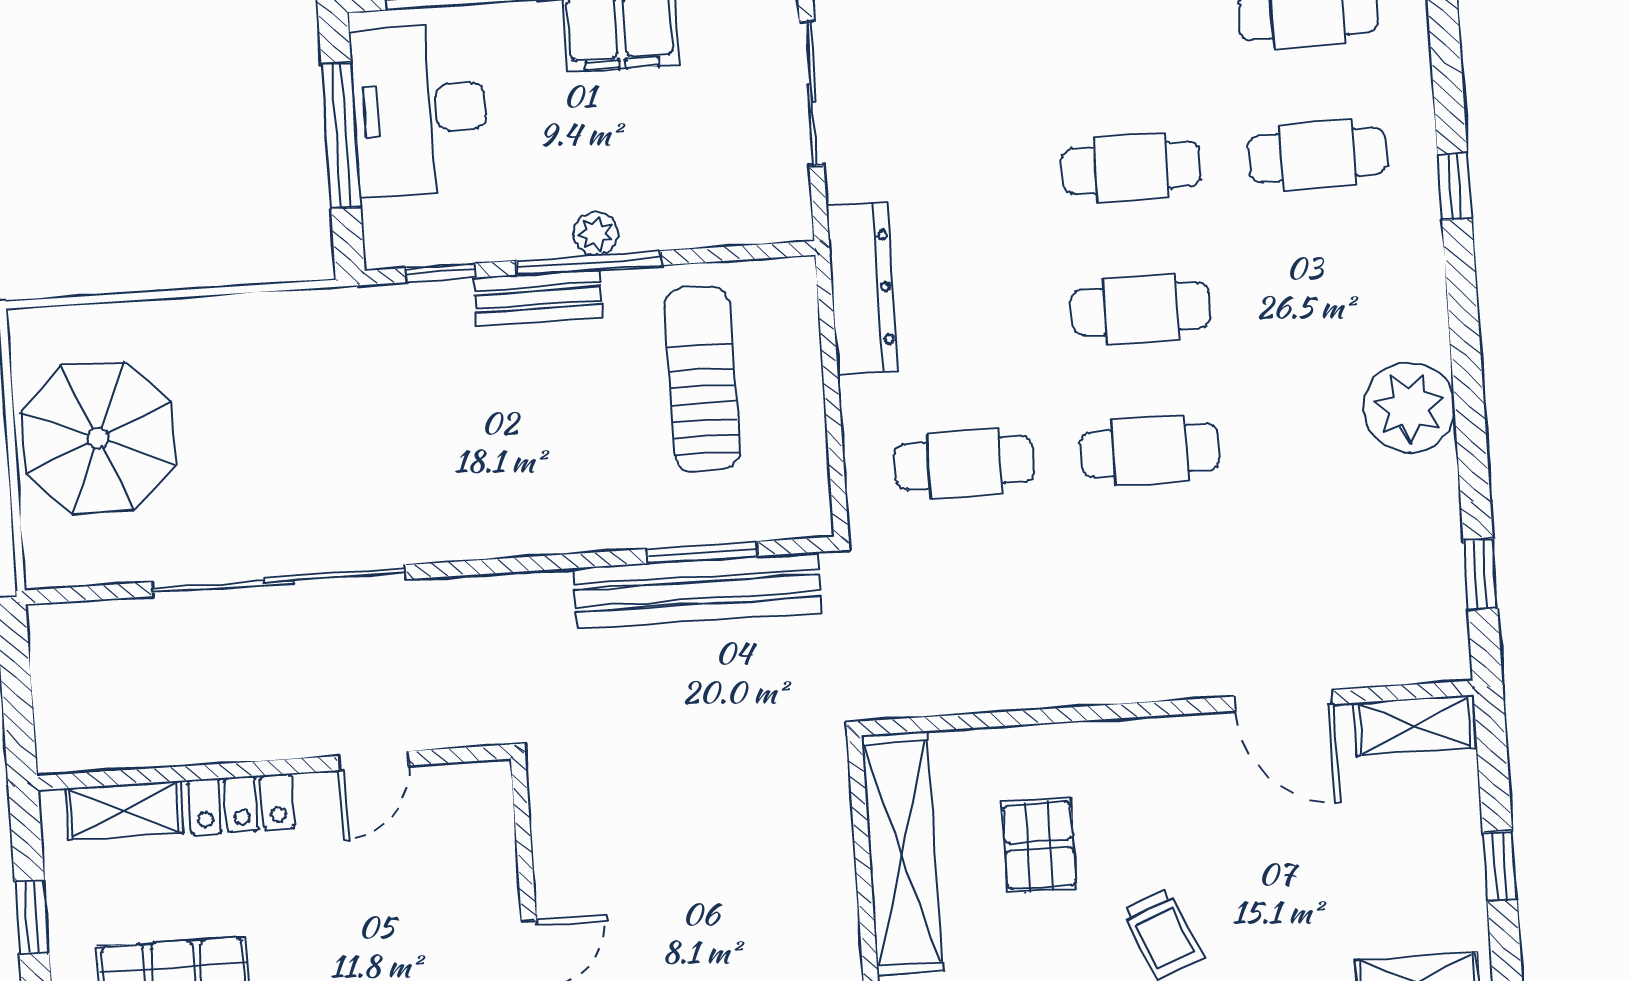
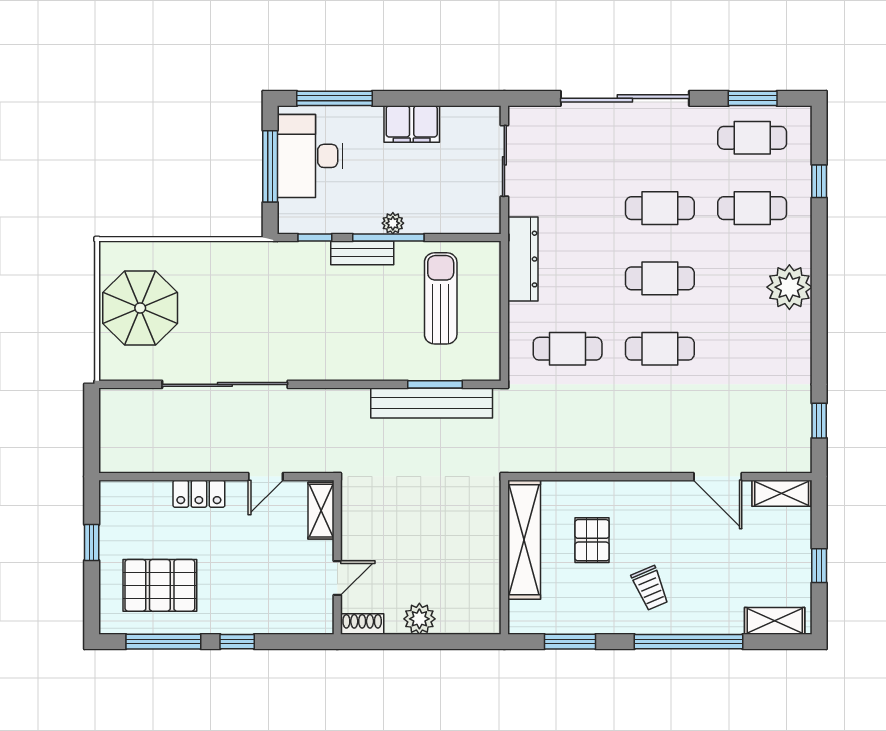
window: (1455, 187) -> (819, 181), moved
plant: (1409, 407) -> (789, 287), moved
shelving: (124, 810) -> (321, 511), moved, turned 90

